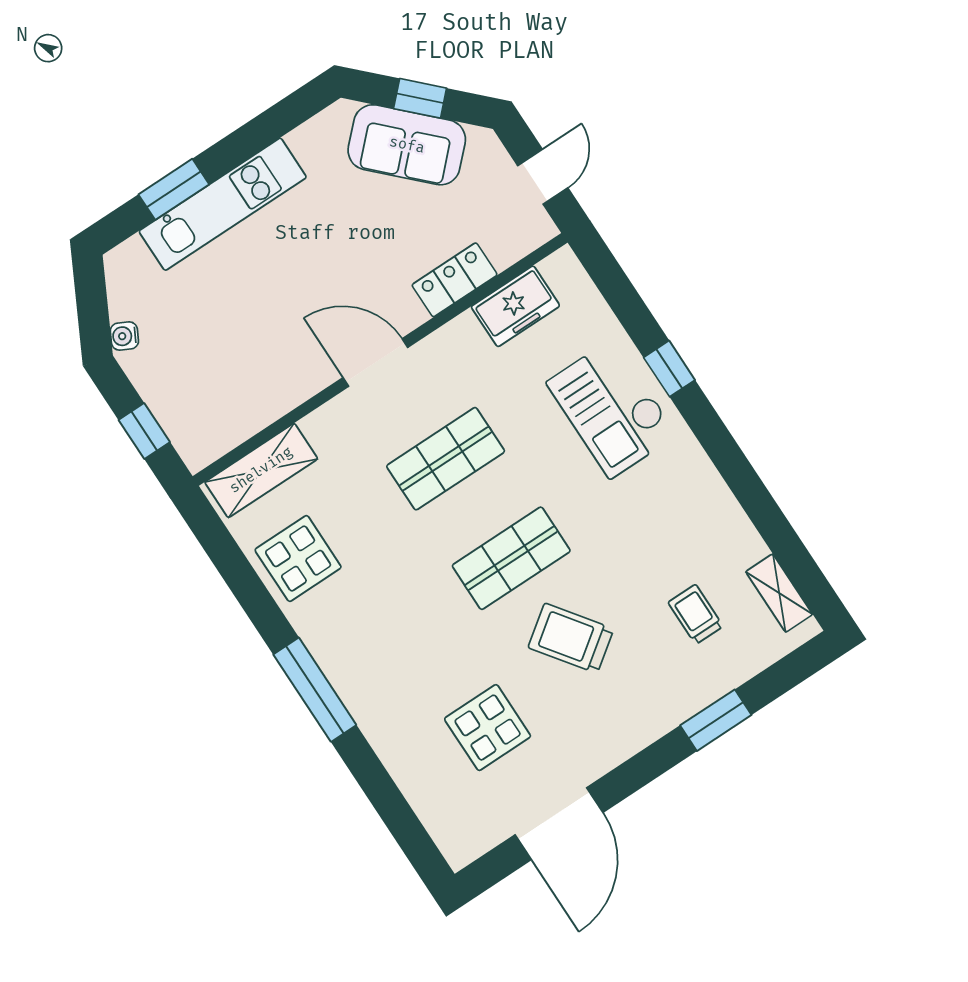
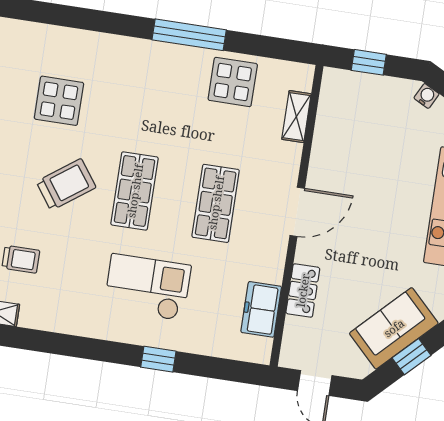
checkout: (612, 409) -> (147, 287), moved
shelving: (261, 470) -> (296, 117), width x0.67, depth x0.75
window: (315, 690) -> (189, 35), moved

